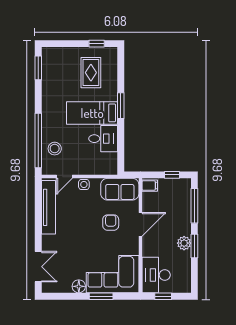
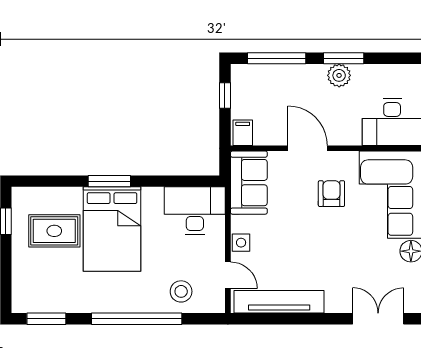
bed: (92, 113) -> (112, 229), width x1.50
desk: (103, 139) -> (195, 211), moved, width x1.37
window: (38, 141) -> (137, 319), moved
armchair: (111, 223) -> (331, 194), moved, turned 90

